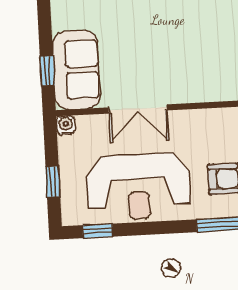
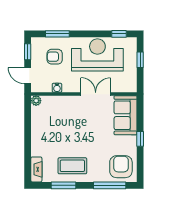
window: (47, 71) -> (140, 139), moved
water cooler: (66, 125) -> (57, 88), moved

